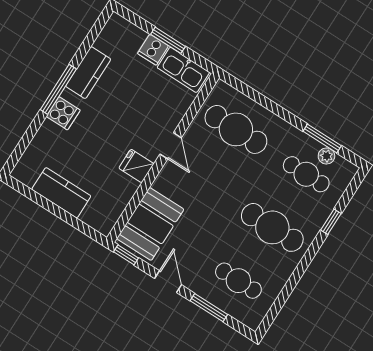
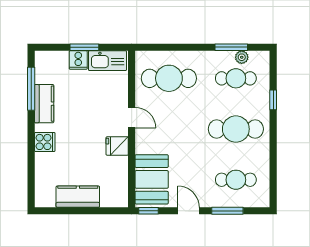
window: (58, 89) -> (31, 89), moved

